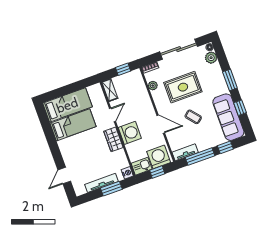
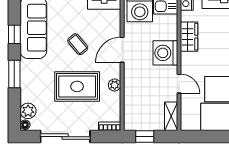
plant: (153, 86) -> (115, 85), moved
door: (112, 115) -> (179, 84), swing flipped
door: (161, 124) -> (122, 50), hinge flipped
wardrobe: (113, 139) -> (189, 37), moved

